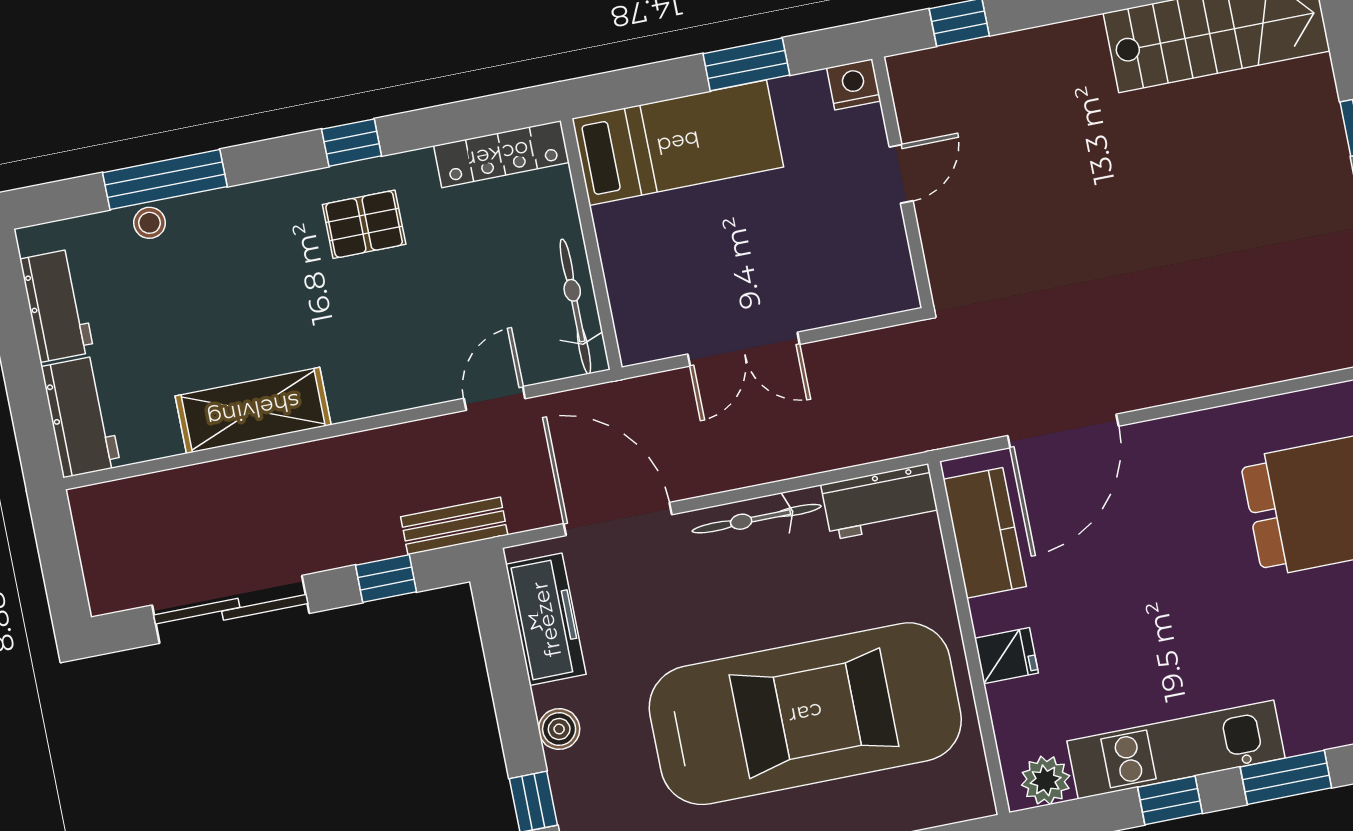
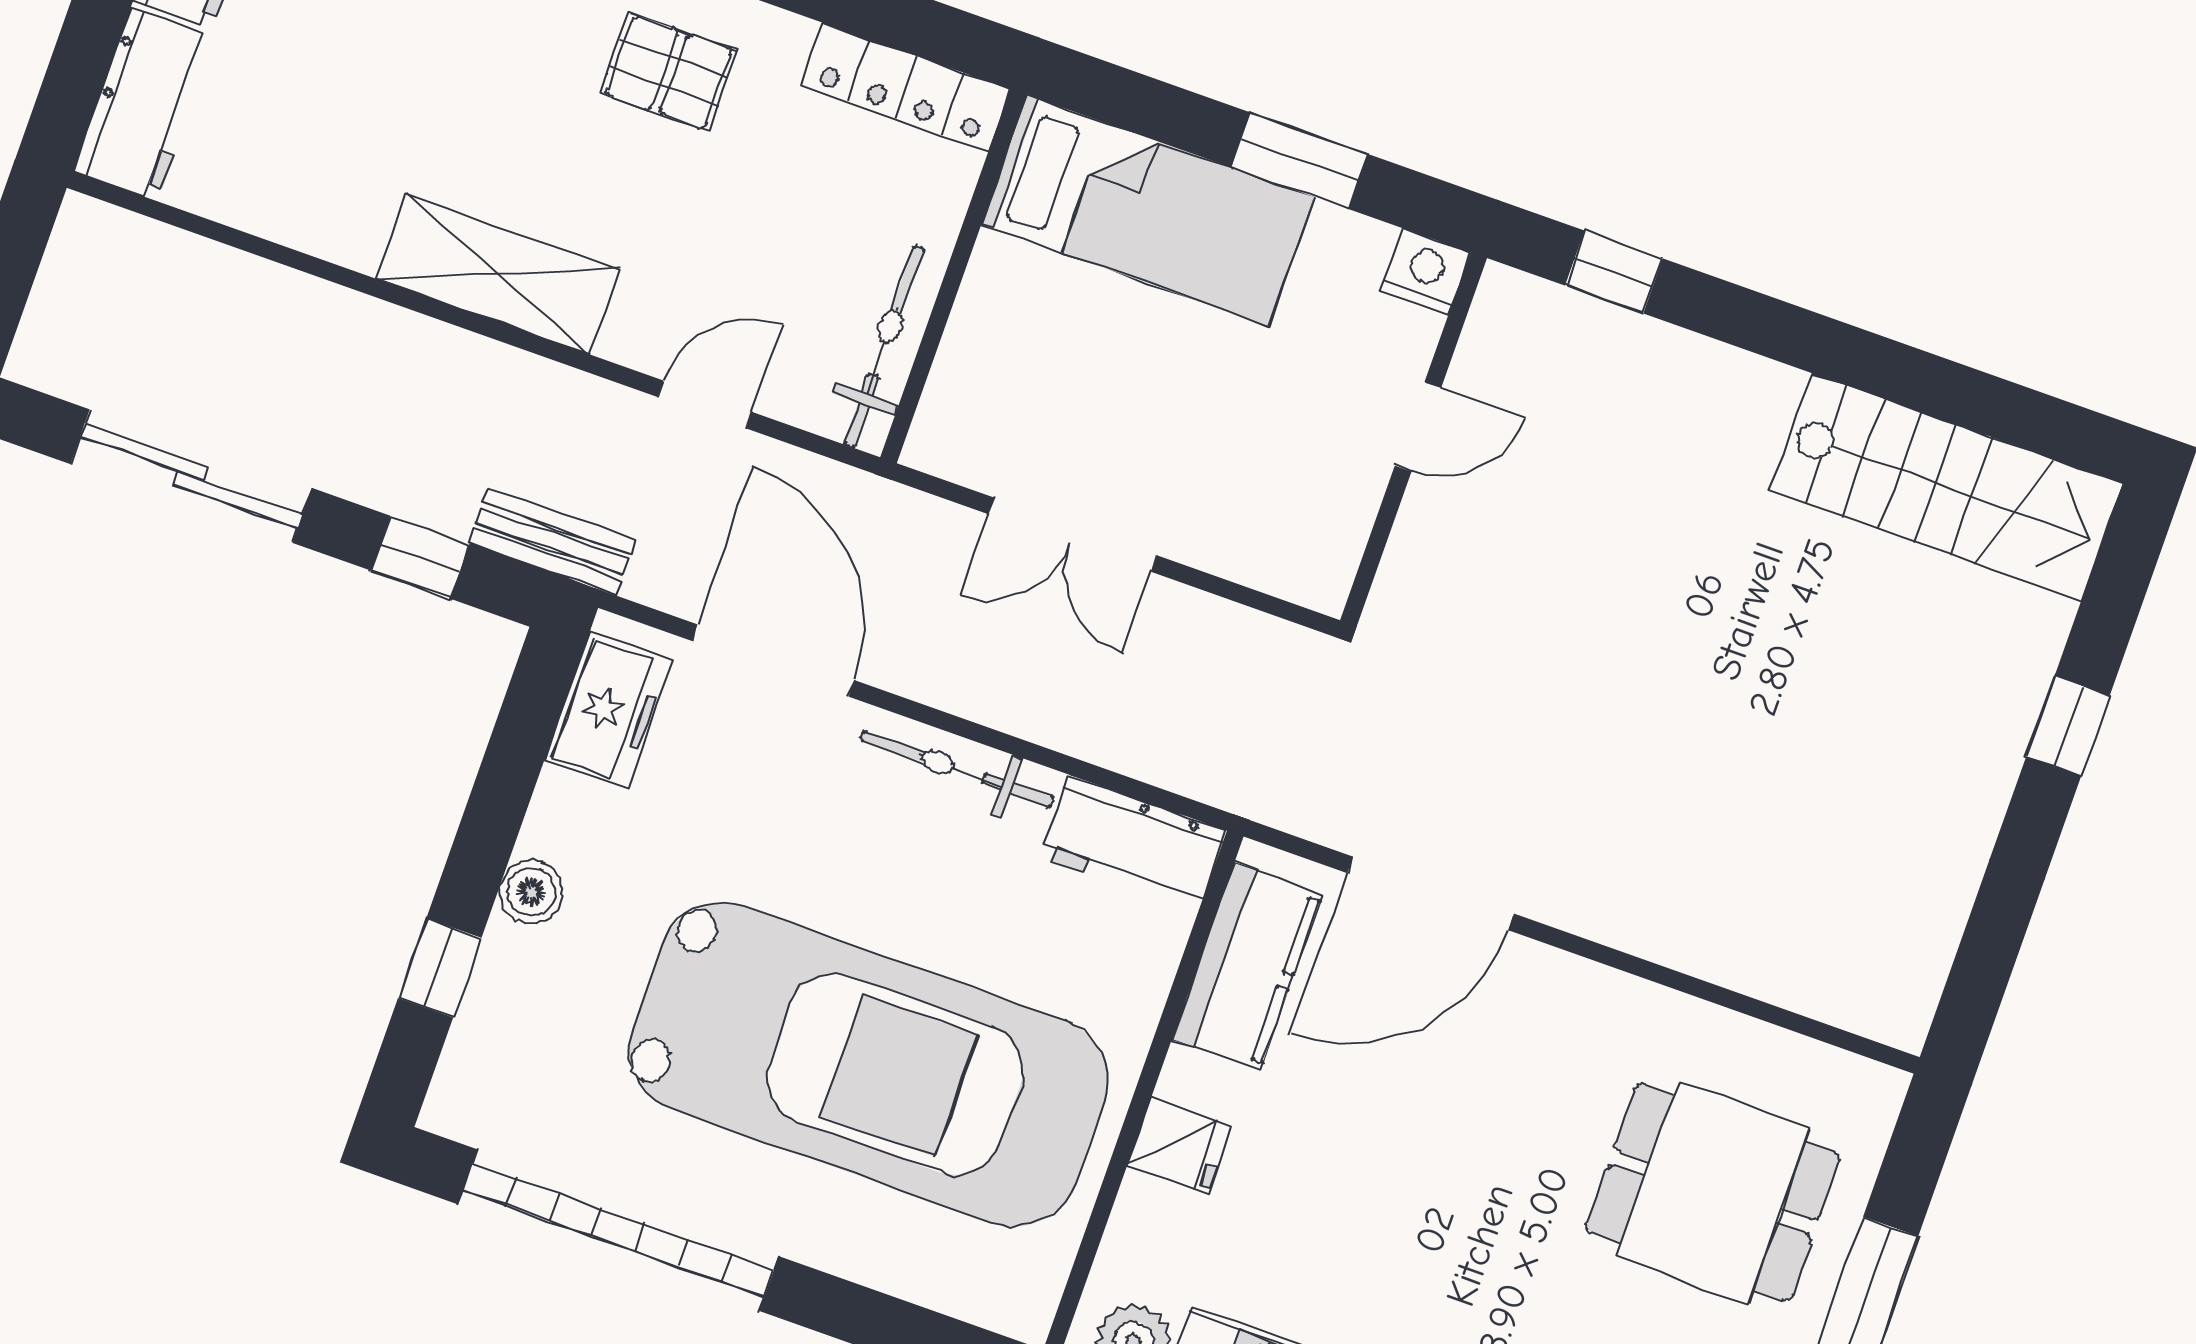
shelving: (253, 410) -> (498, 274), moved
freezer: (546, 619) -> (609, 711), width x0.71

